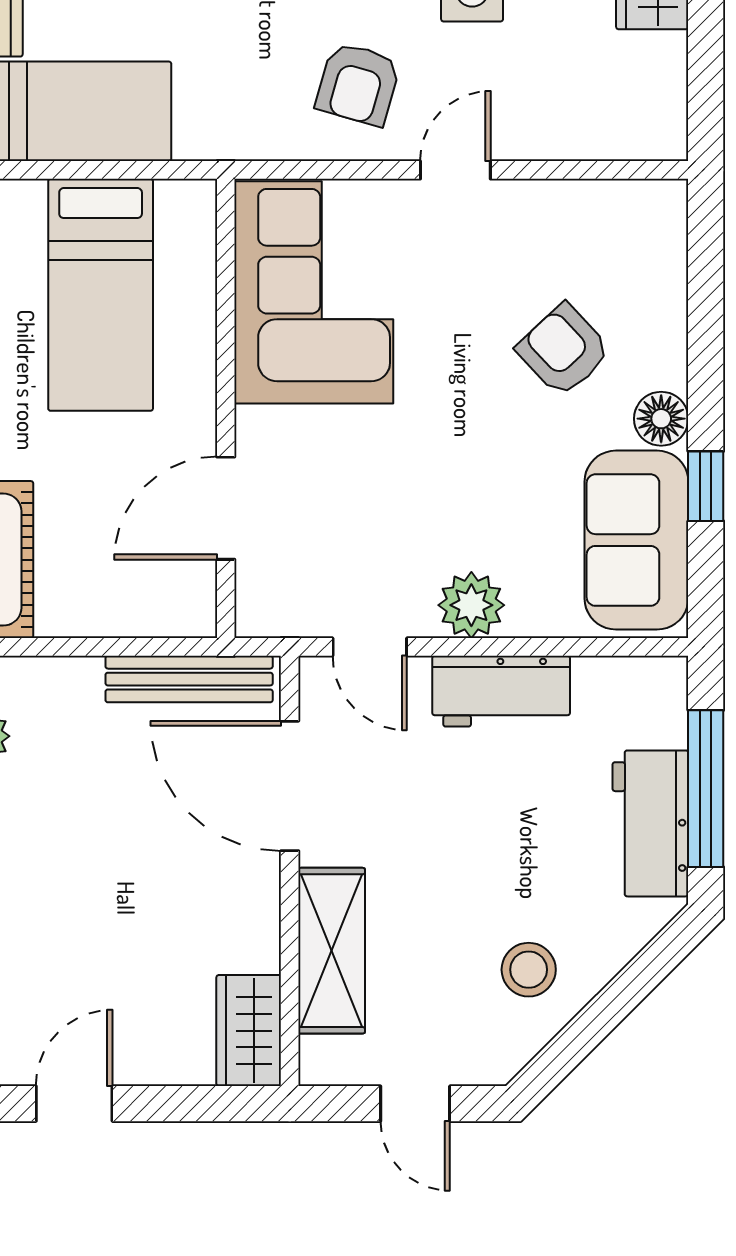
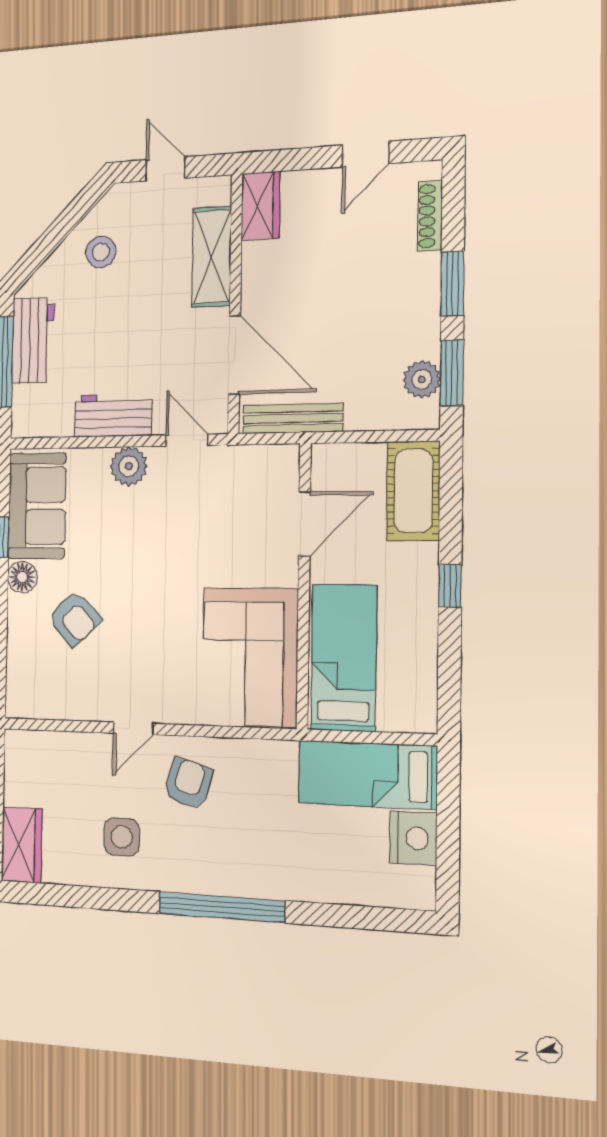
corner sofa: (314, 292) -> (250, 657), moved
wall: (226, 408) -> (304, 586), moved
door: (226, 508) -> (305, 524), moved

